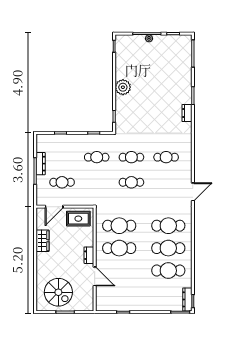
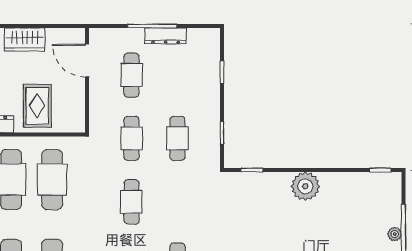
cafe table: (131, 157) -> (132, 138), moved
rug: (78, 219) -> (37, 106), moved

